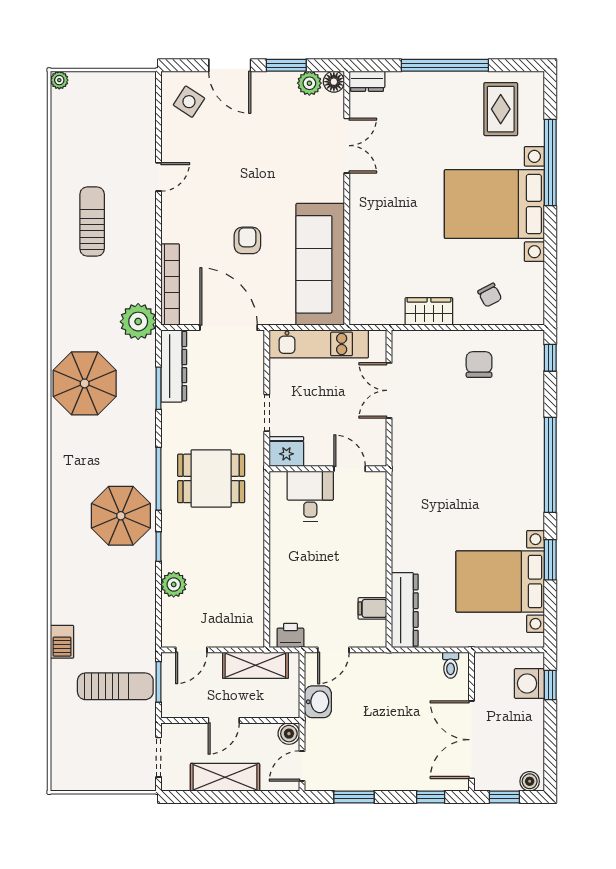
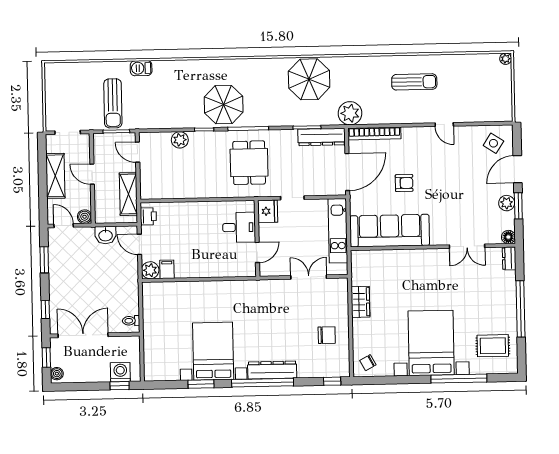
plant: (309, 83) -> (507, 203), moved
chair: (490, 295) -> (368, 363), moved
bed with nightstands: (500, 581) -> (213, 351), moved
dresser: (405, 610) -> (272, 370), moved, turned 180
plant: (373, 634) -> (150, 270), added

